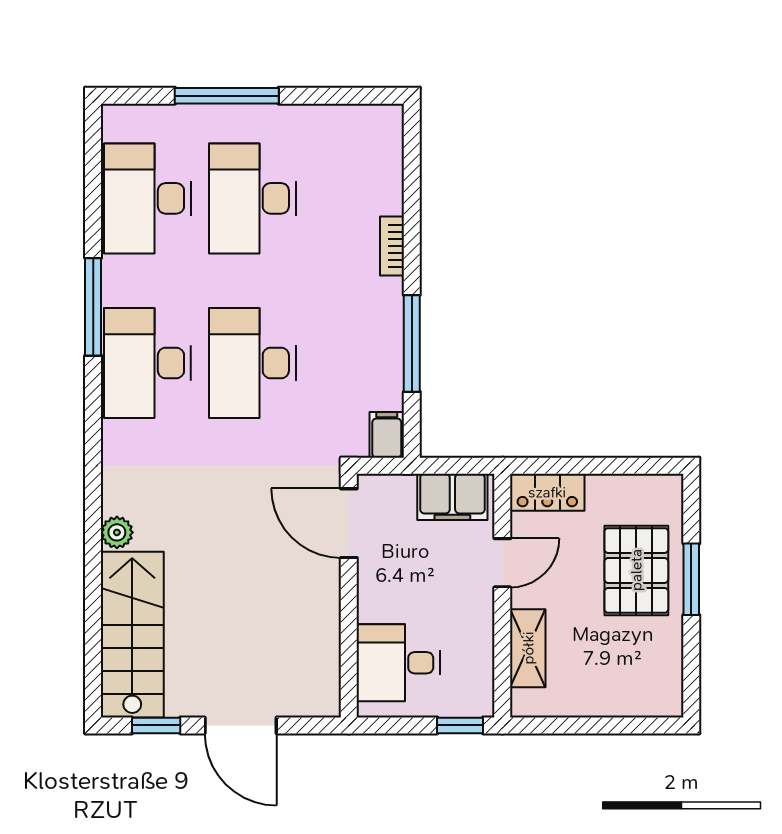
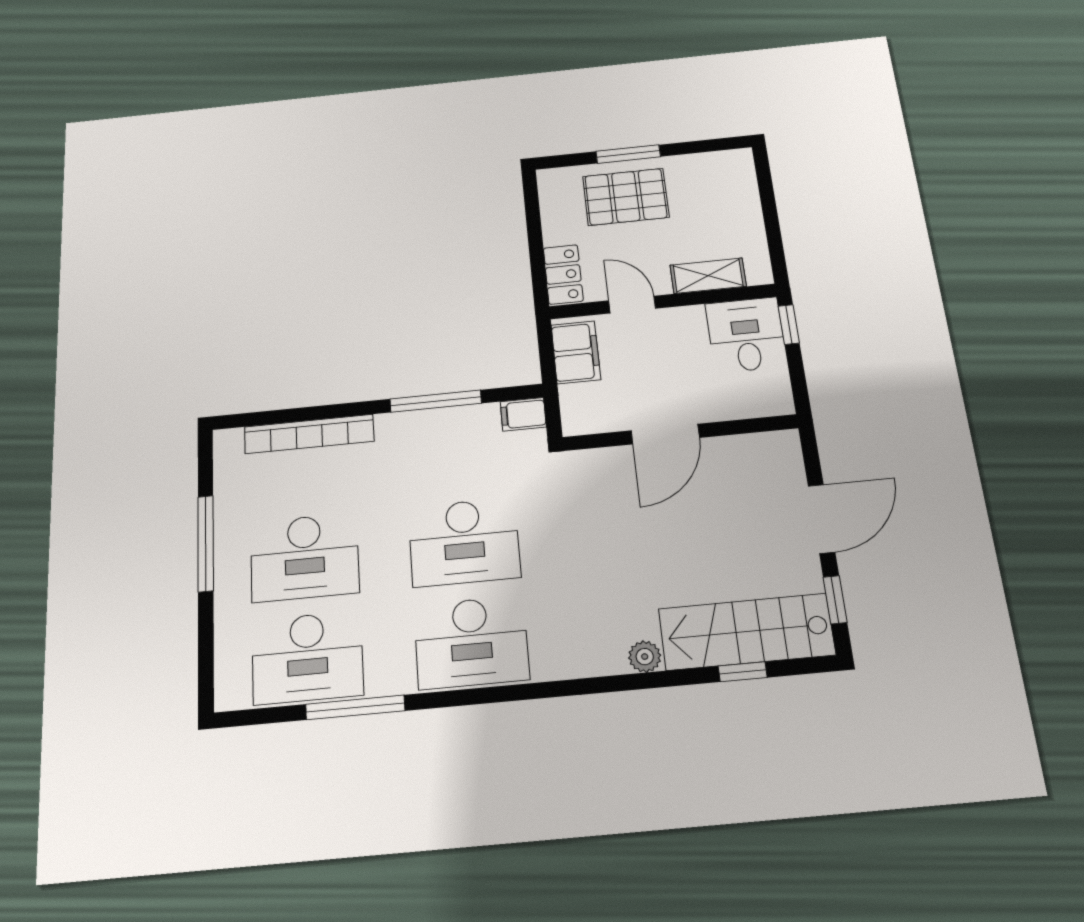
window: (227, 96) -> (206, 543), moved
bookcase: (392, 246) -> (309, 434), width x2.31, depth x1.31
window: (93, 307) -> (355, 707), moved
door: (349, 523) -> (665, 434), moved
window: (93, 625) -> (743, 672), added
desk: (398, 663) -> (746, 335), moved, turned 180

